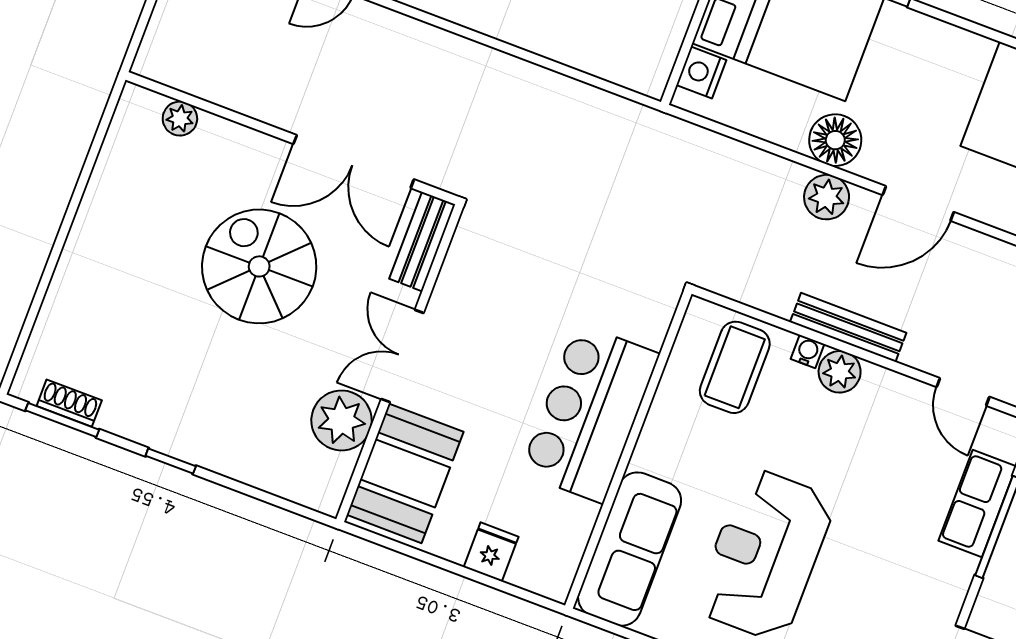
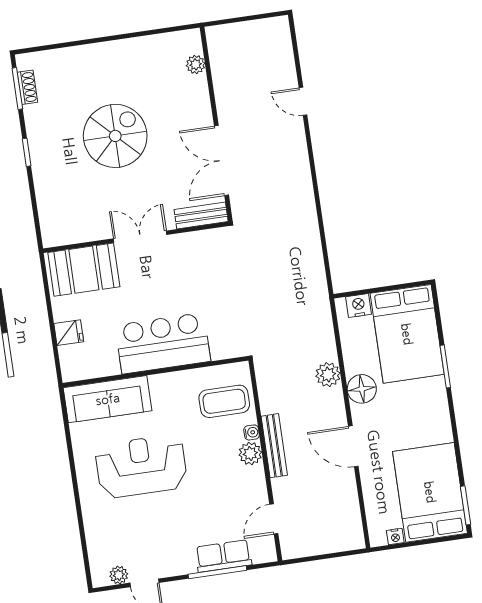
plant: (827, 197) -> (328, 375), moved
spiral stairs: (259, 266) -> (115, 136), moved
plant: (342, 420) -> (92, 224), removed

